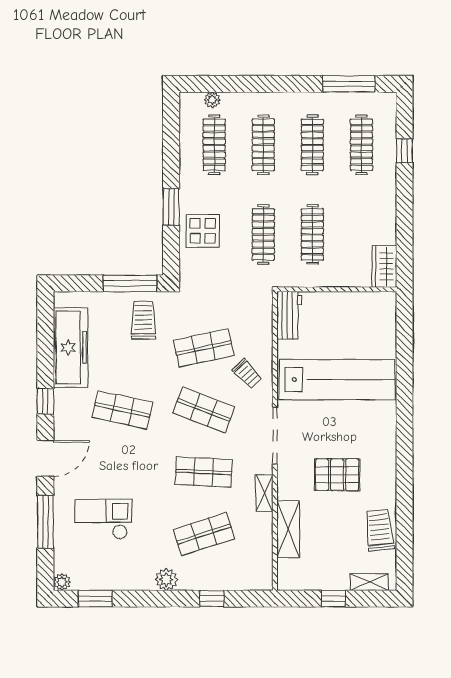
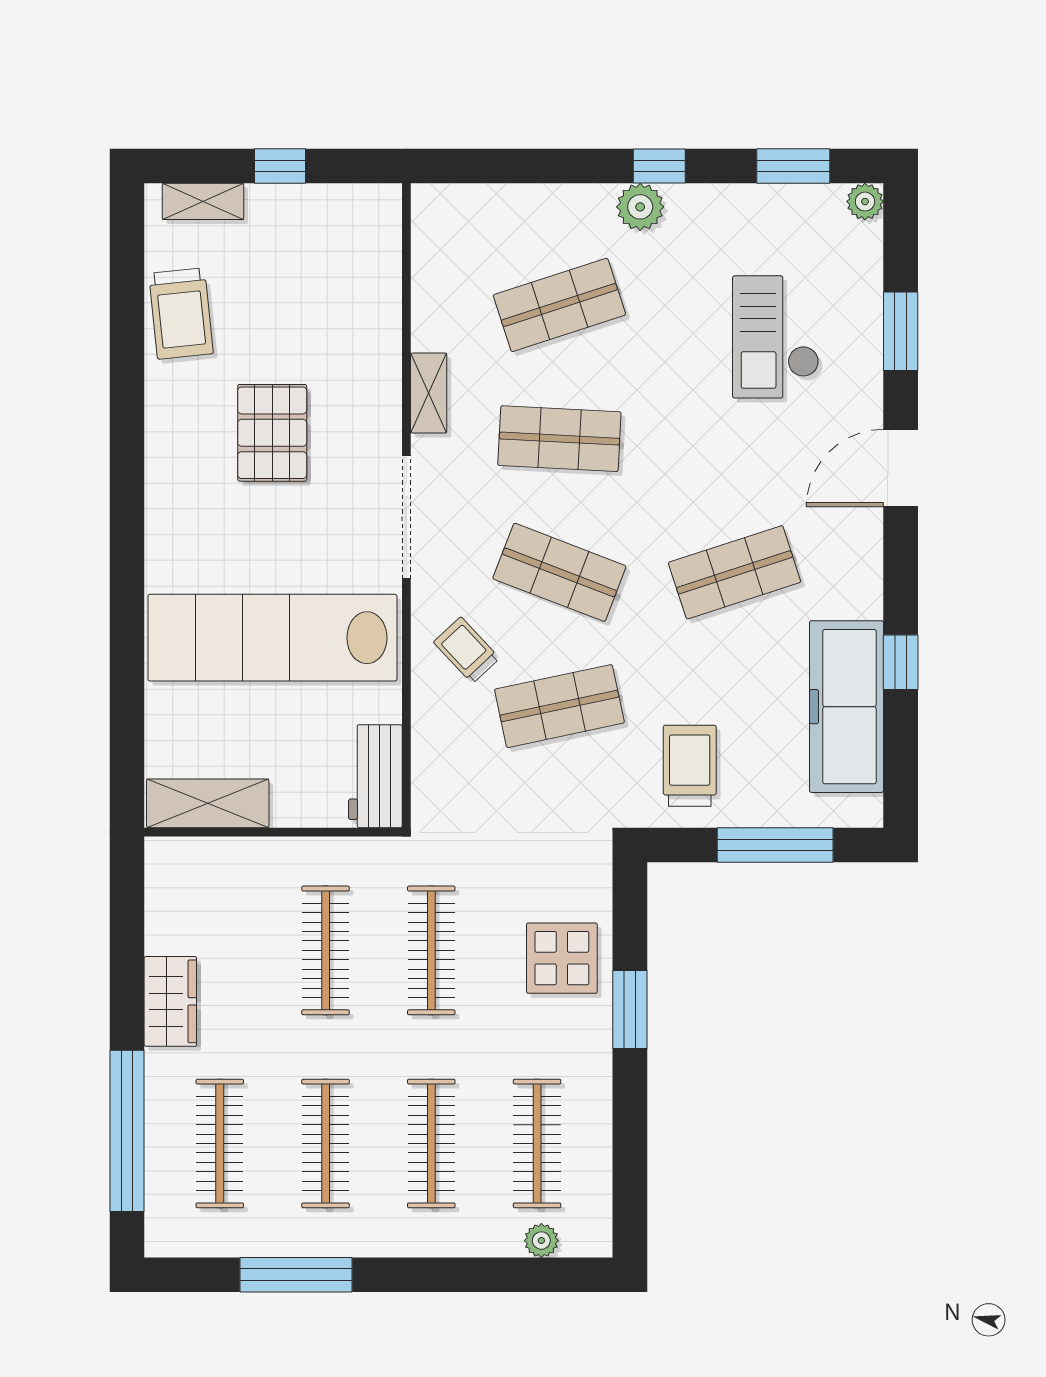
window: (349, 84) -> (296, 1275), moved
window: (405, 151) -> (127, 1131), width x3.17
wardrobe: (384, 266) -> (170, 1001), moved
window: (130, 283) -> (775, 845), moved
trolley: (143, 320) -> (690, 766), turned 180
window: (45, 401) -> (901, 662), moved
shop shelf: (122, 410) -> (735, 572), turned -30
pallet: (337, 475) -> (272, 433), turned 90
checkout: (103, 519) -> (776, 337), turned 90
window: (45, 522) -> (901, 331), width x0.69
shelving: (288, 529) -> (208, 803), moved, turned 90
window: (212, 599) -> (659, 166), moved

